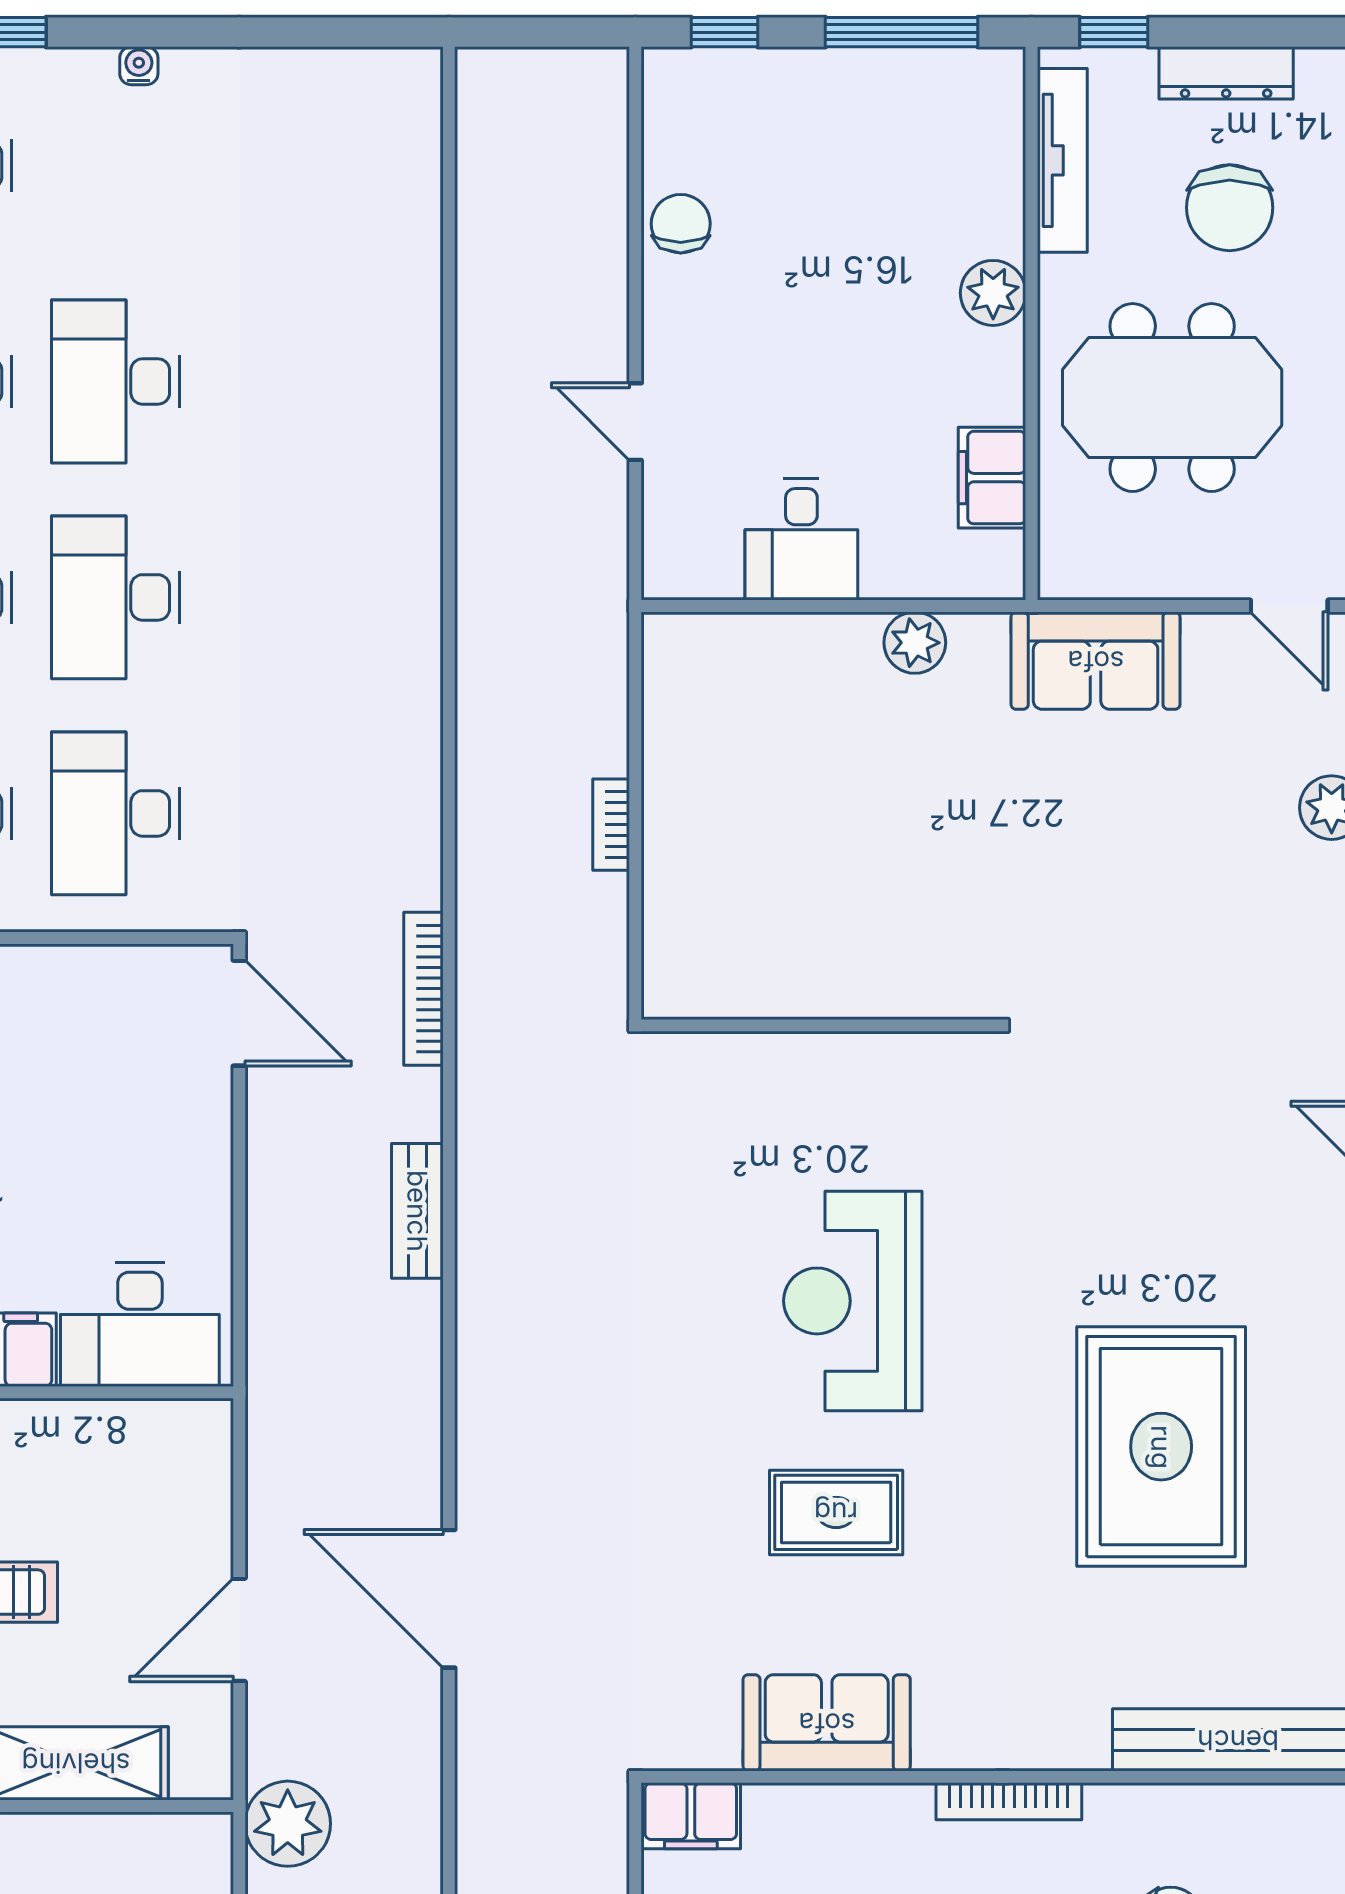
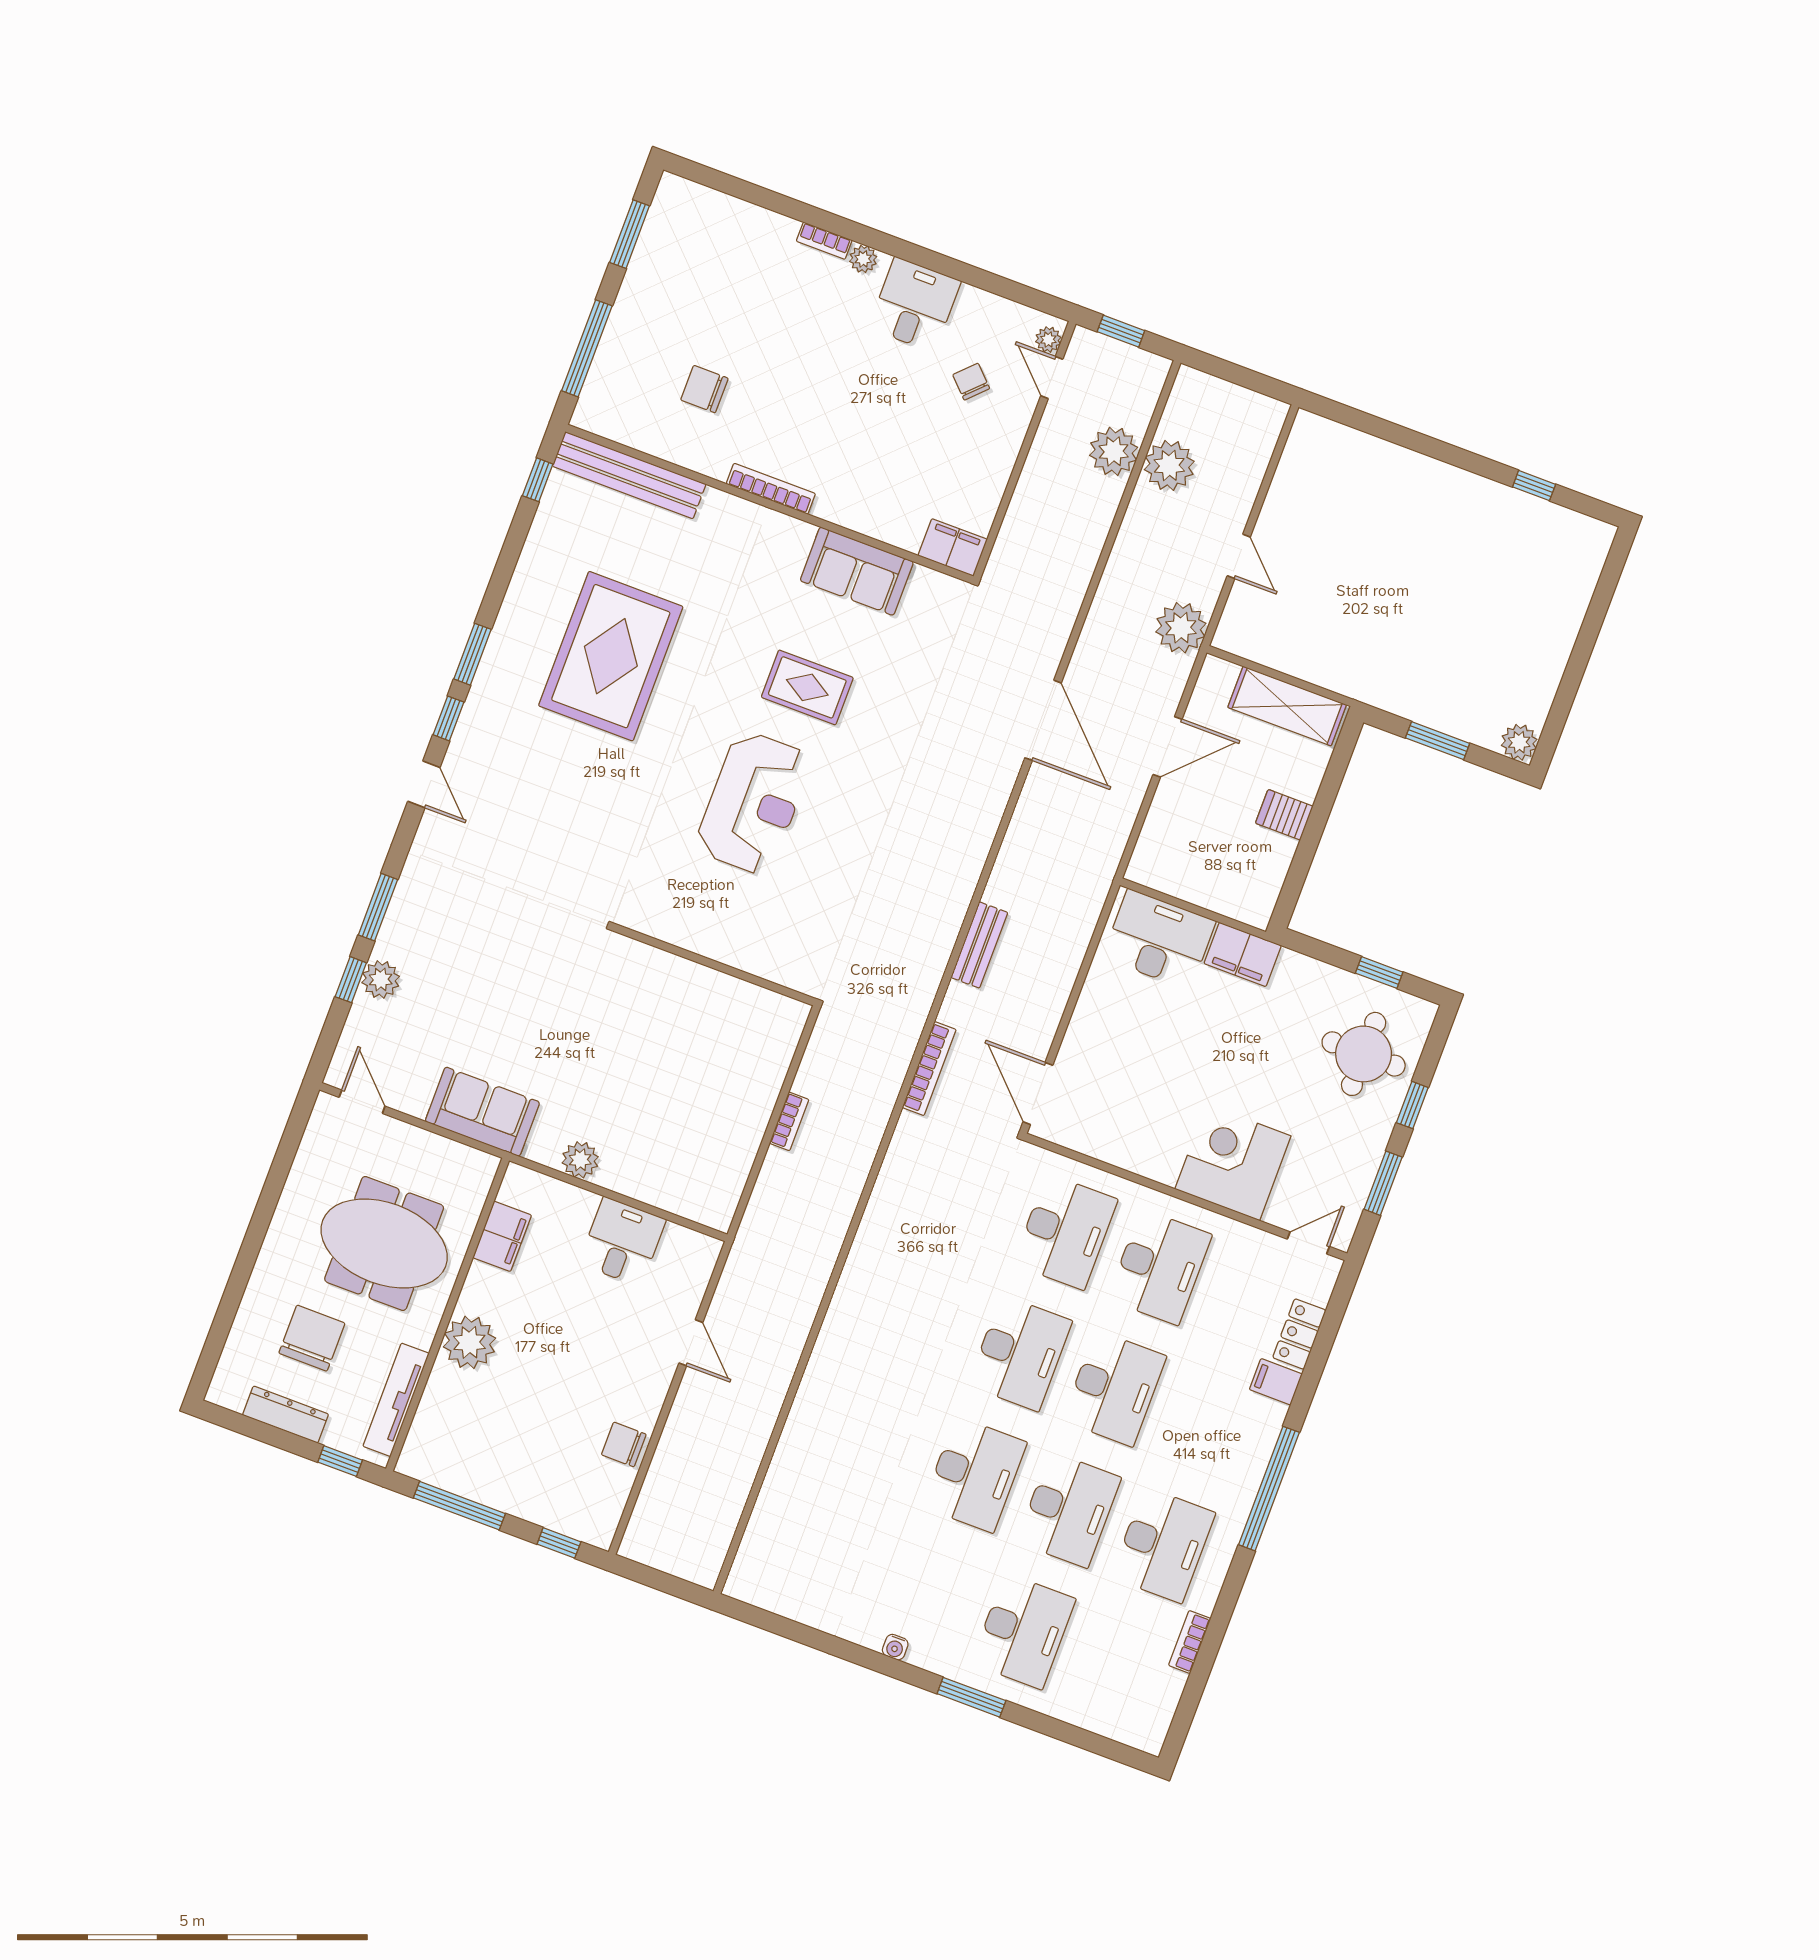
chair: (681, 224) -> (624, 1444), turned 90
plant: (993, 293) -> (469, 1342), width x1.36, depth x1.36

